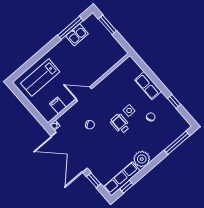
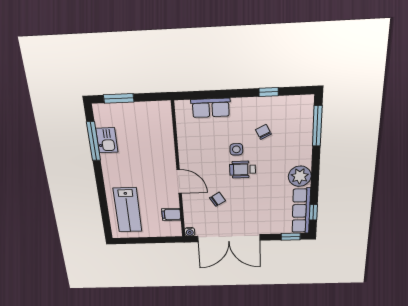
row of seats: (148, 86) -> (211, 108), moved
door: (84, 94) -> (179, 181), swing flipped
window: (94, 180) -> (291, 237), moved

